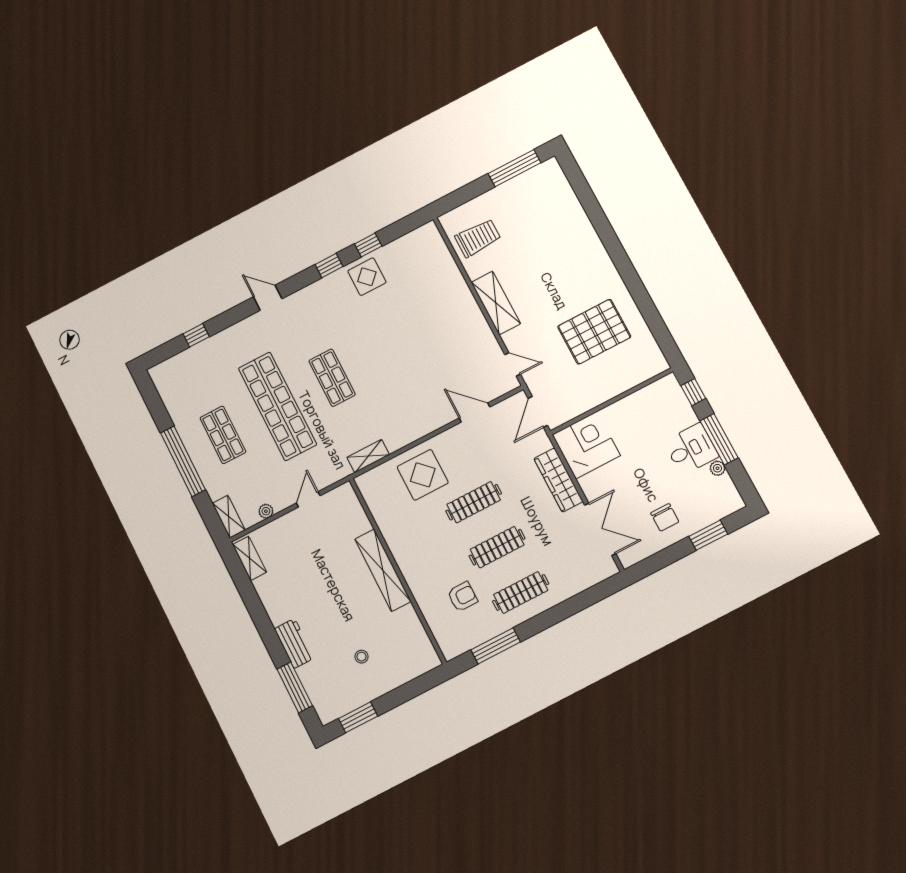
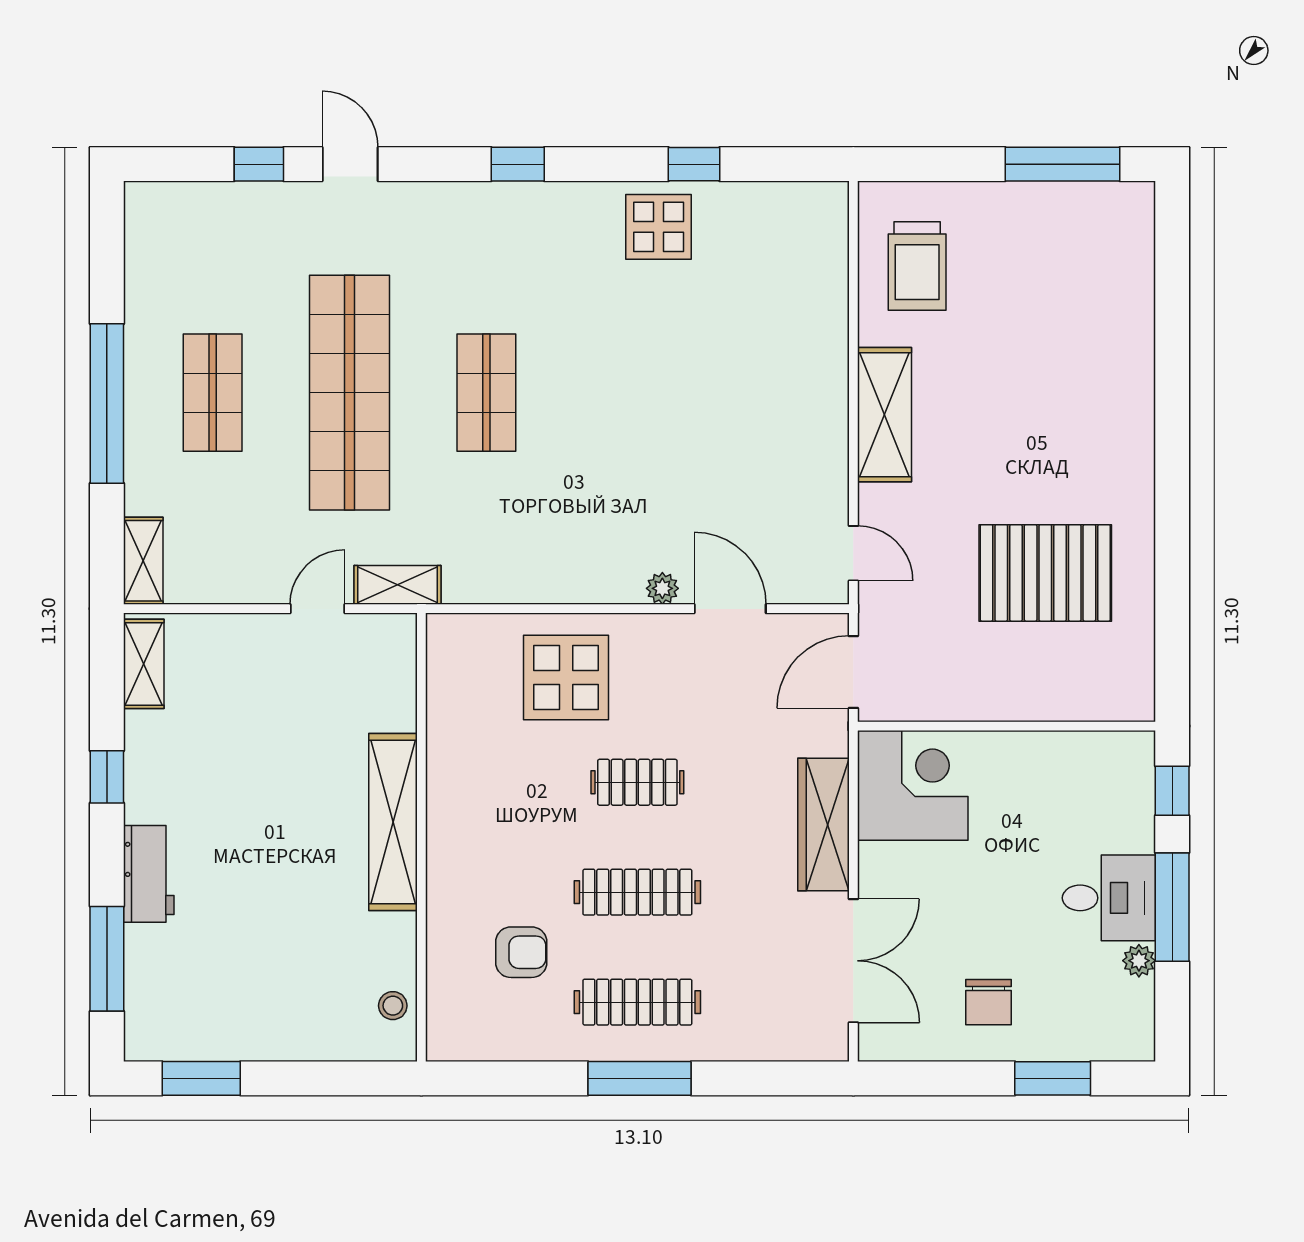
trolley: (478, 238) -> (917, 266), turned 90
window: (329, 265) -> (518, 164), moved
door: (268, 298) -> (350, 164), moved
shelving: (368, 456) -> (398, 585), moved
clothes rail: (474, 502) -> (637, 782), width x0.73
plant: (266, 511) -> (662, 588), moved
window: (258, 612) -> (107, 777), added
window: (496, 646) -> (639, 1078), moved
stool: (361, 657) -> (393, 1006), moved

